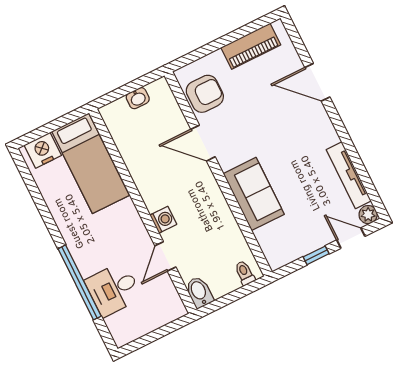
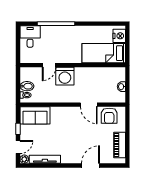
door: (203, 143) -> (89, 105), swing flipped
sofa: (254, 194) -> (35, 115), moved
washing machine: (163, 220) -> (65, 76), width x1.89, depth x1.89
door: (165, 256) -> (49, 65), swing flipped
desk: (113, 289) -> (30, 37), moved
bidet: (199, 292) -> (27, 86), moved

